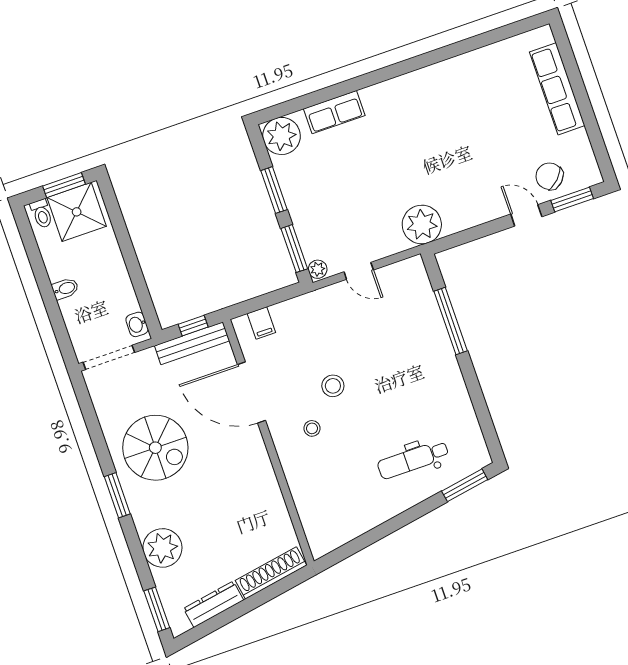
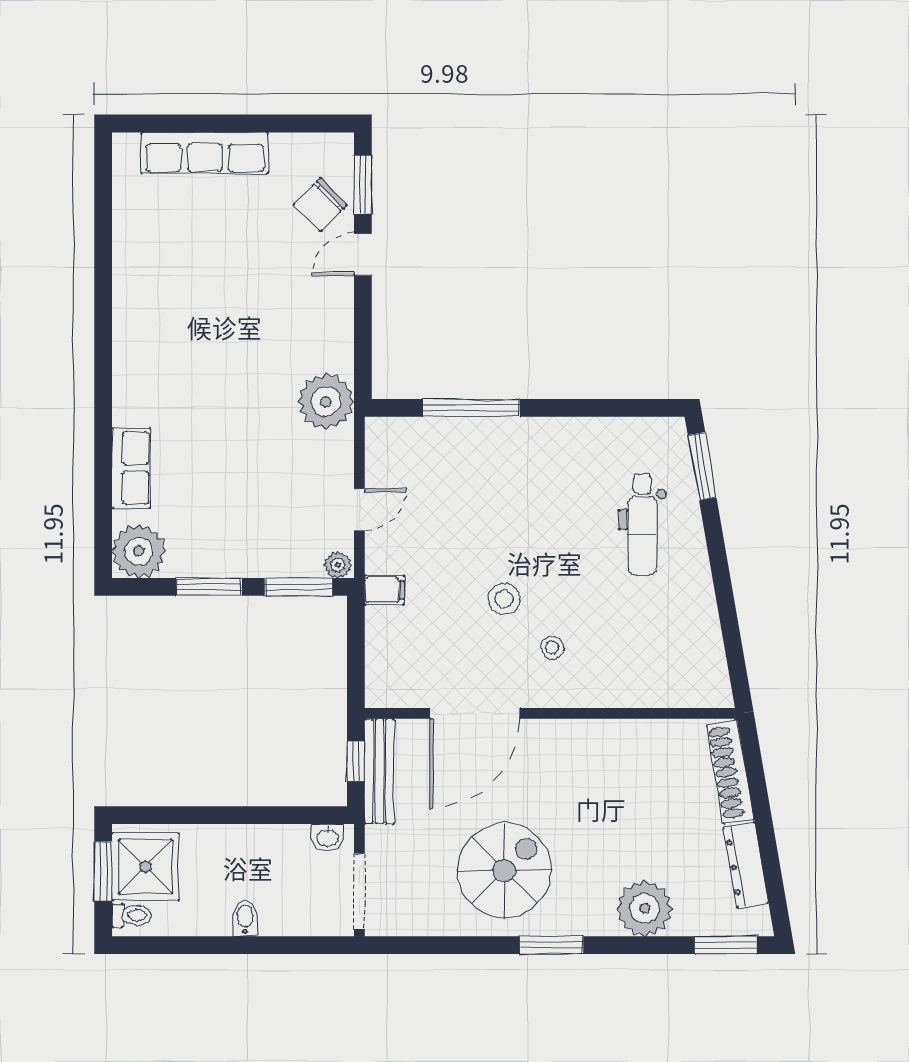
filing cabinet: (261, 323) -> (385, 590), moved

